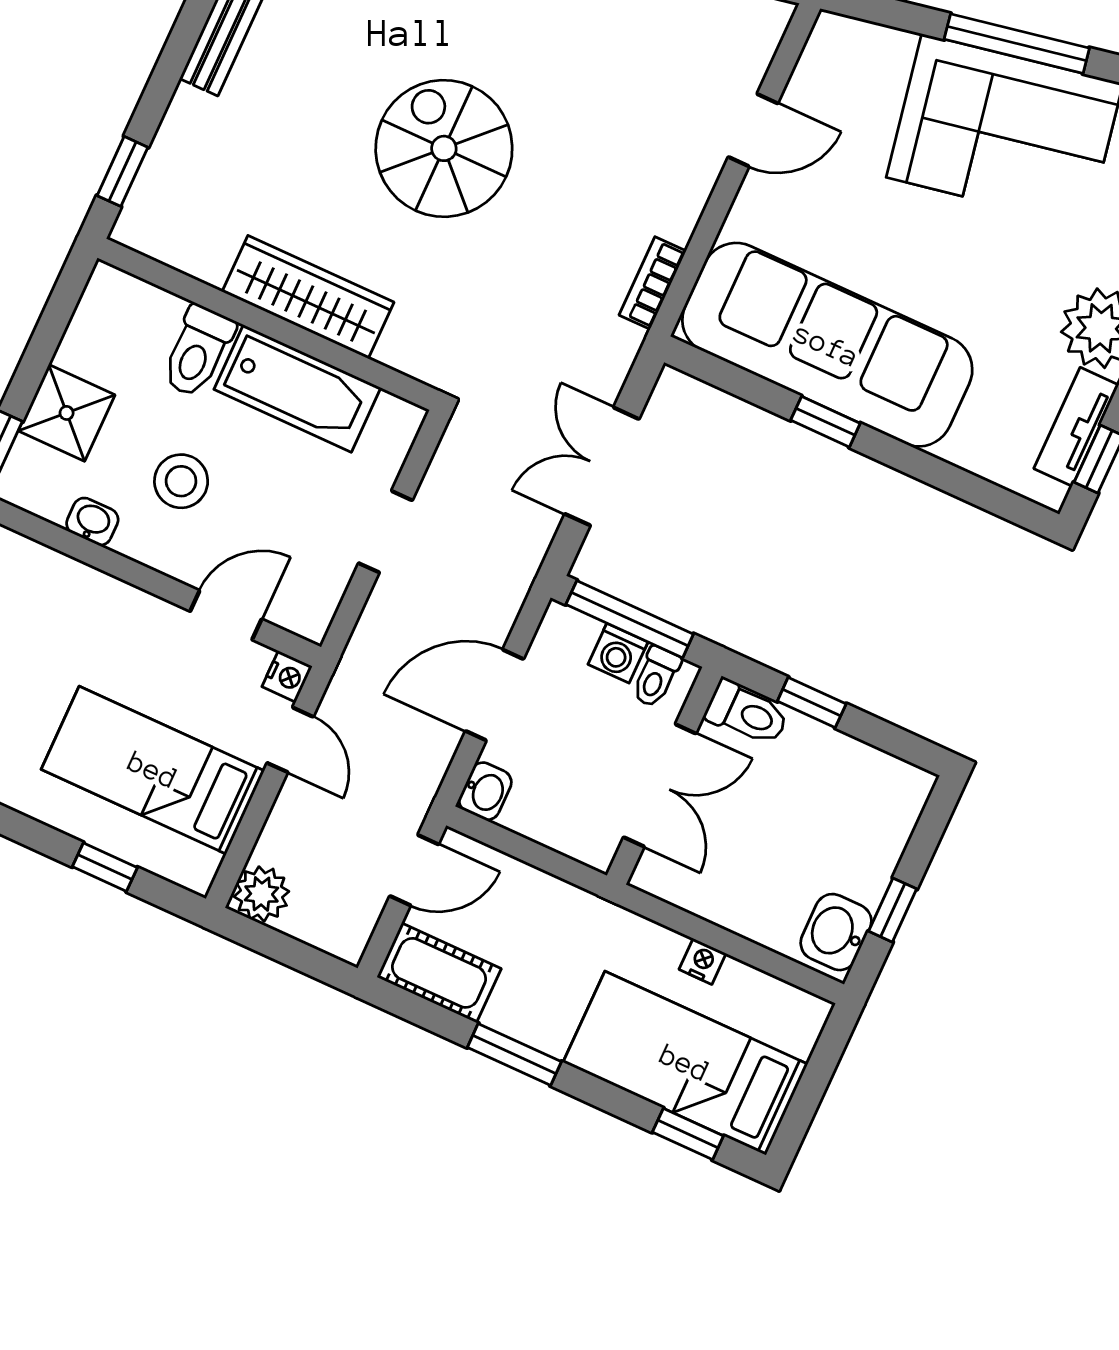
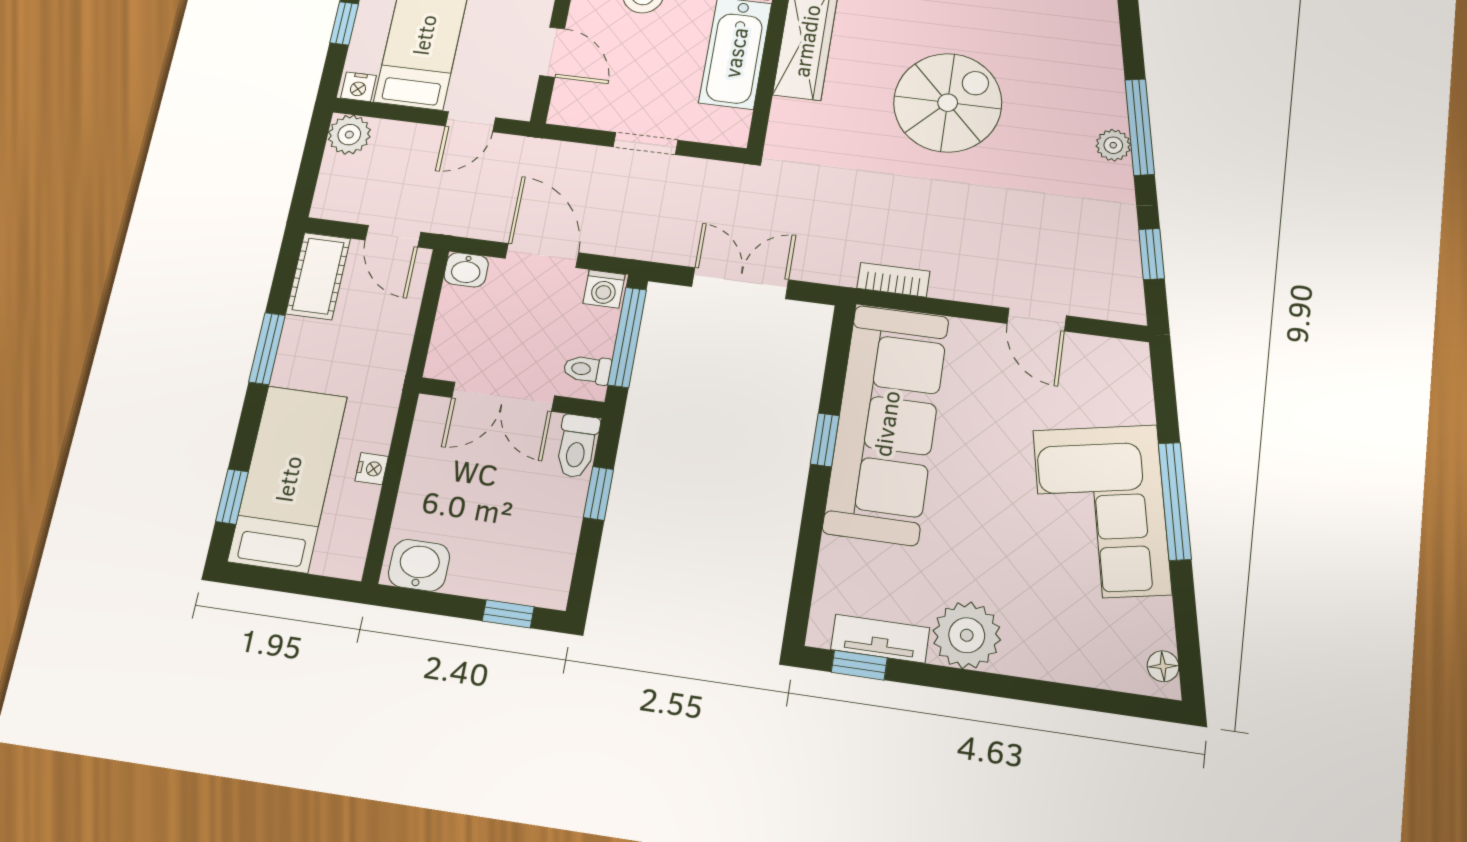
washing machine: (618, 653) -> (604, 289), moved, turned -90
nightstand: (287, 677) -> (358, 87), moved
window: (893, 910) -> (508, 614), moved

